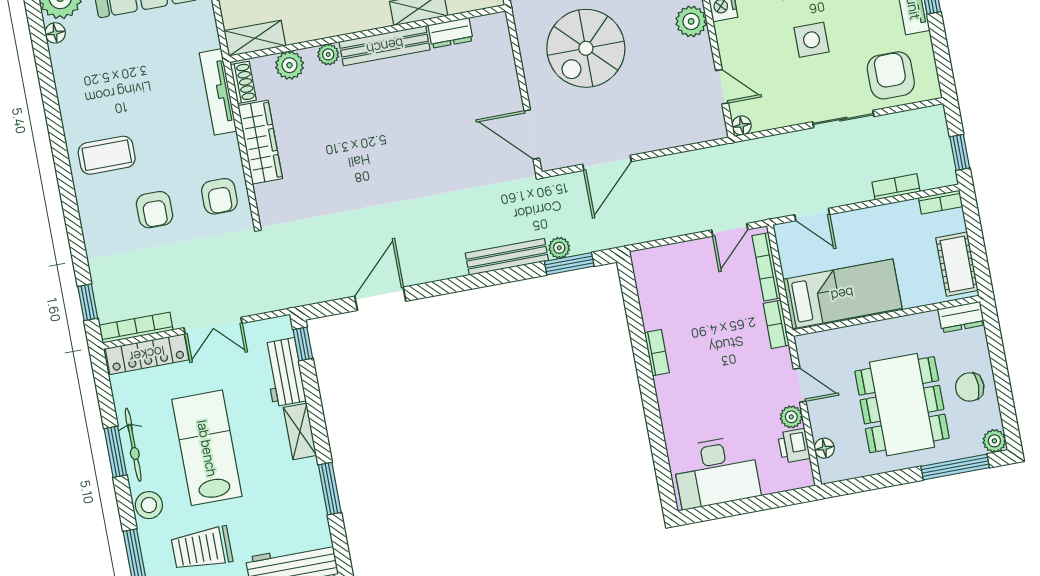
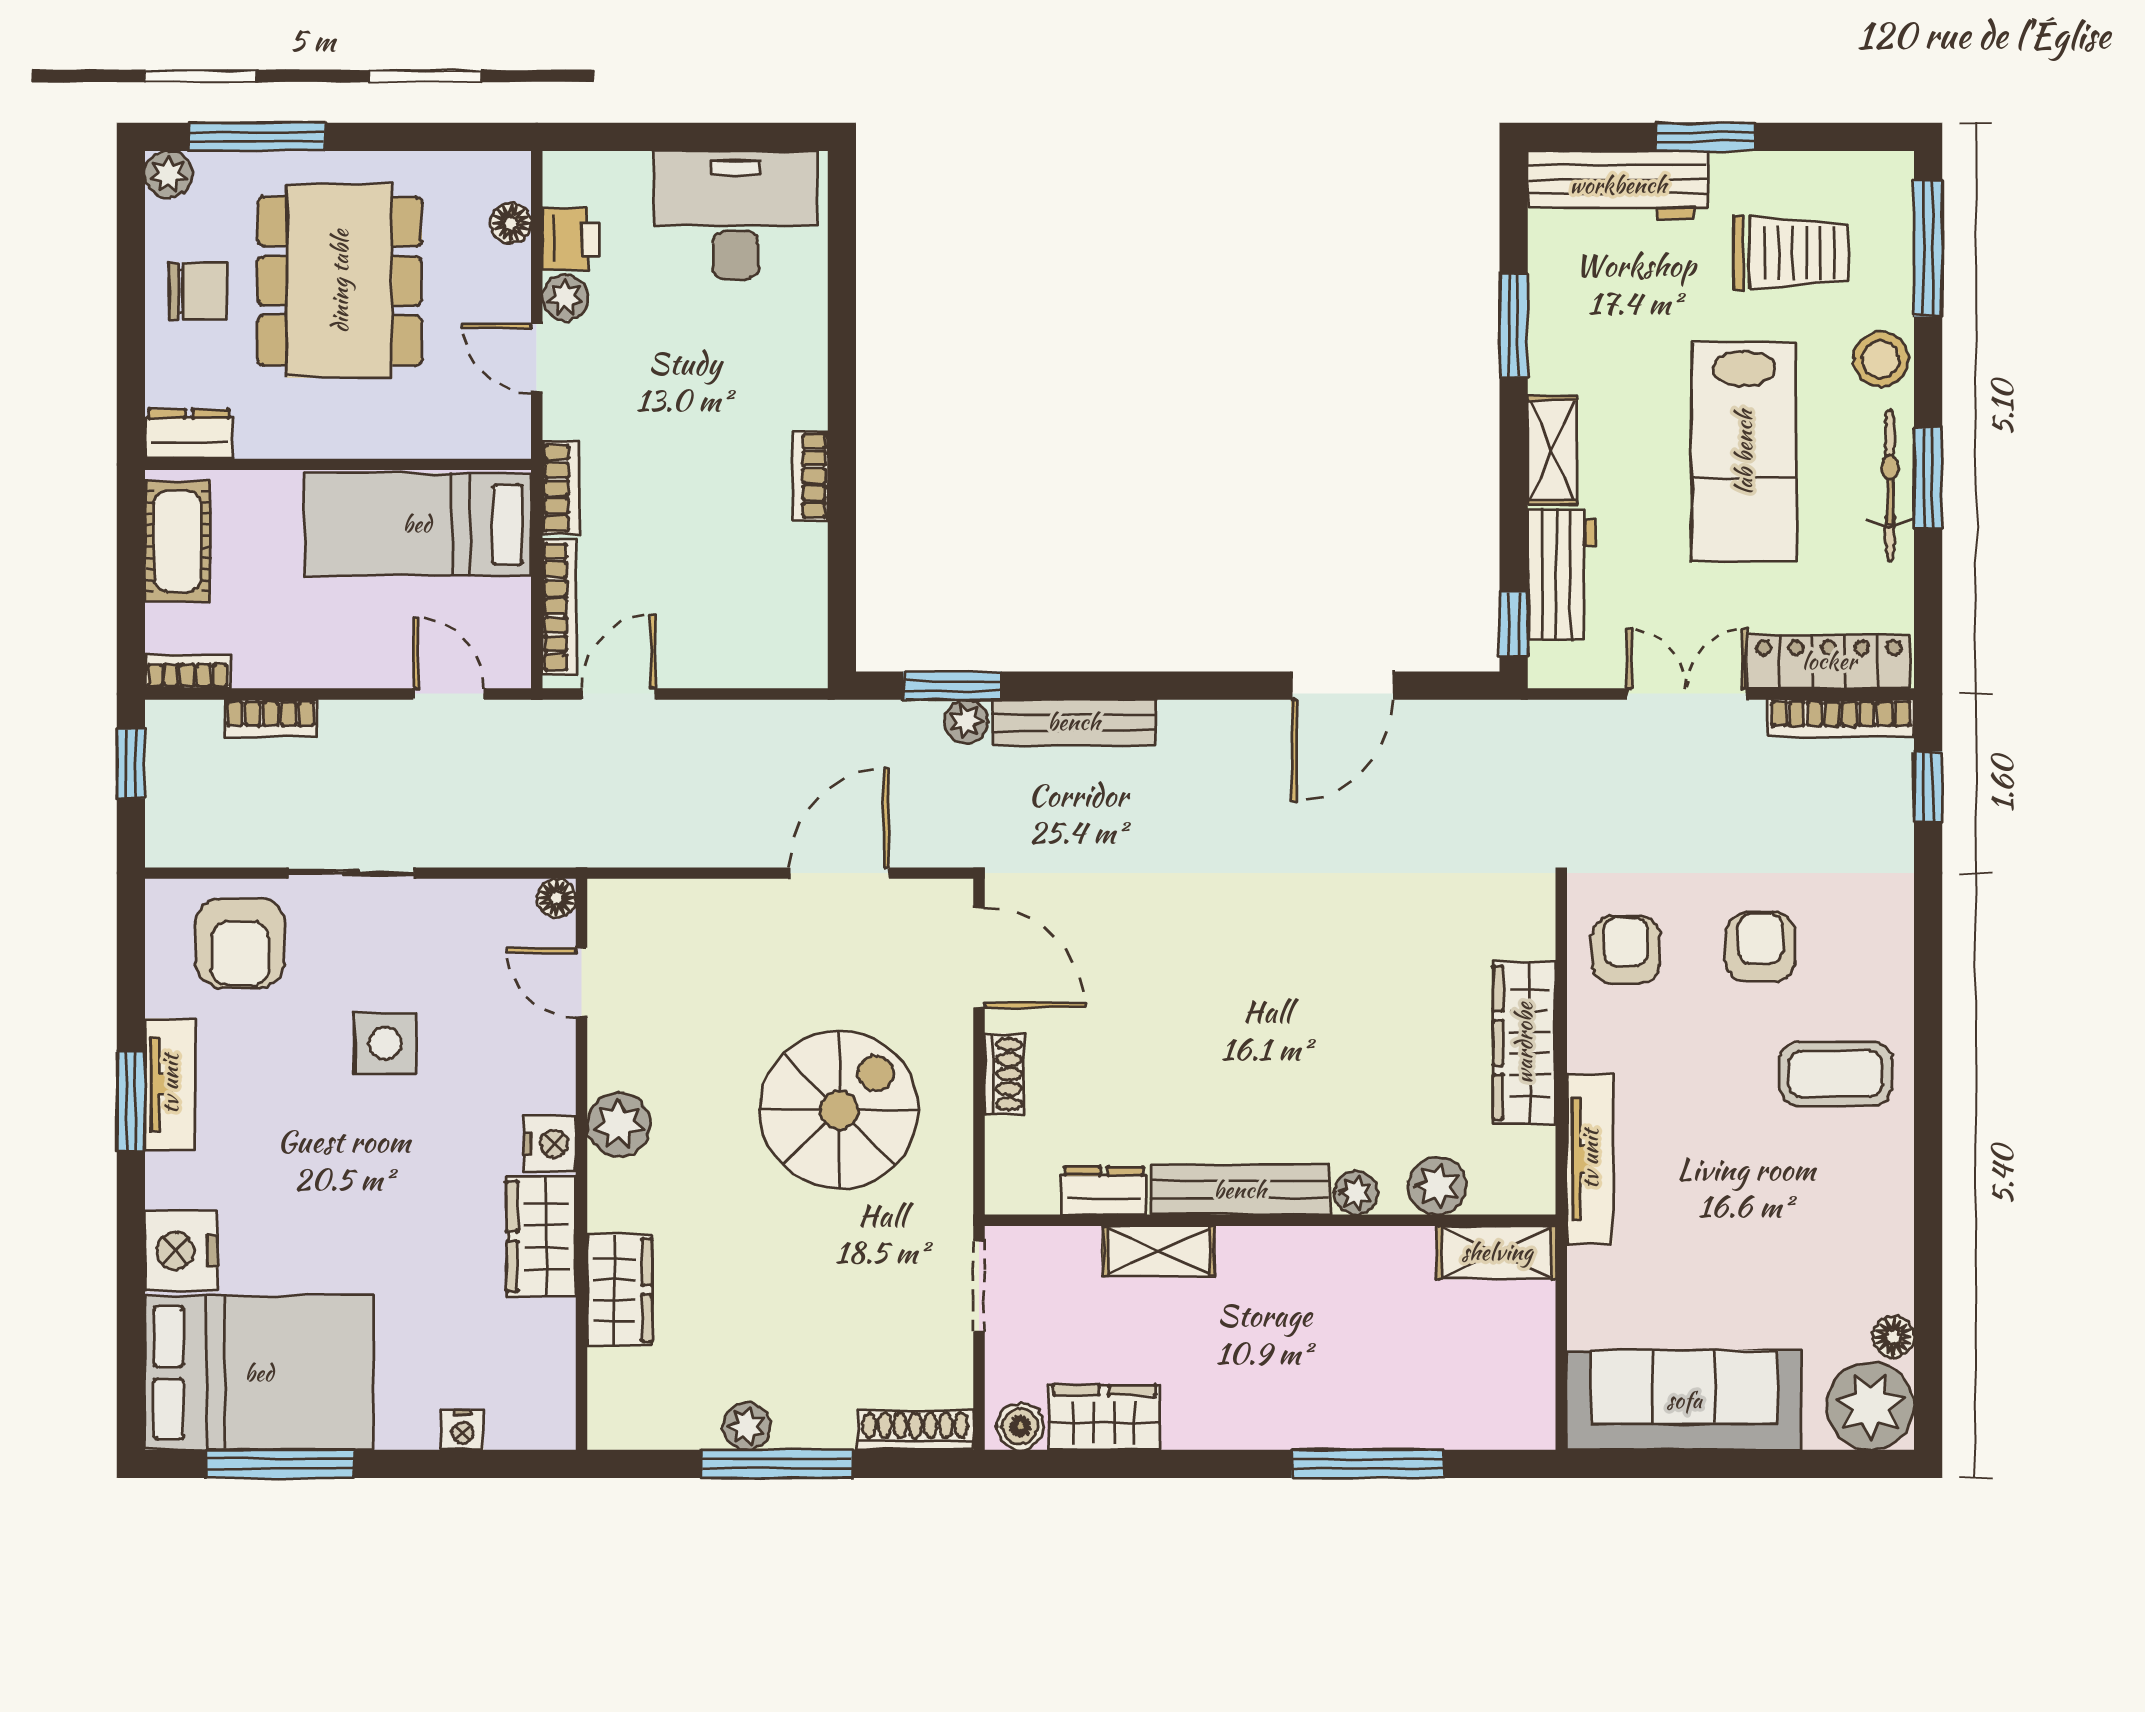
shoe rack: (243, 82) -> (1004, 1074), moved, turned 180

